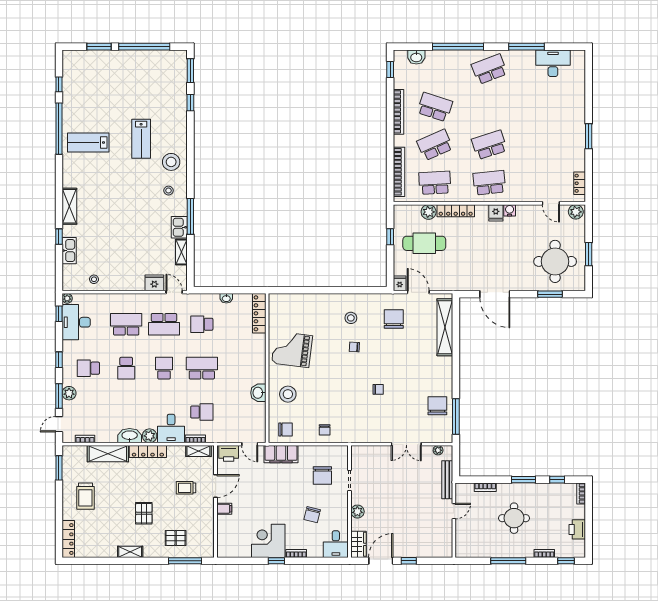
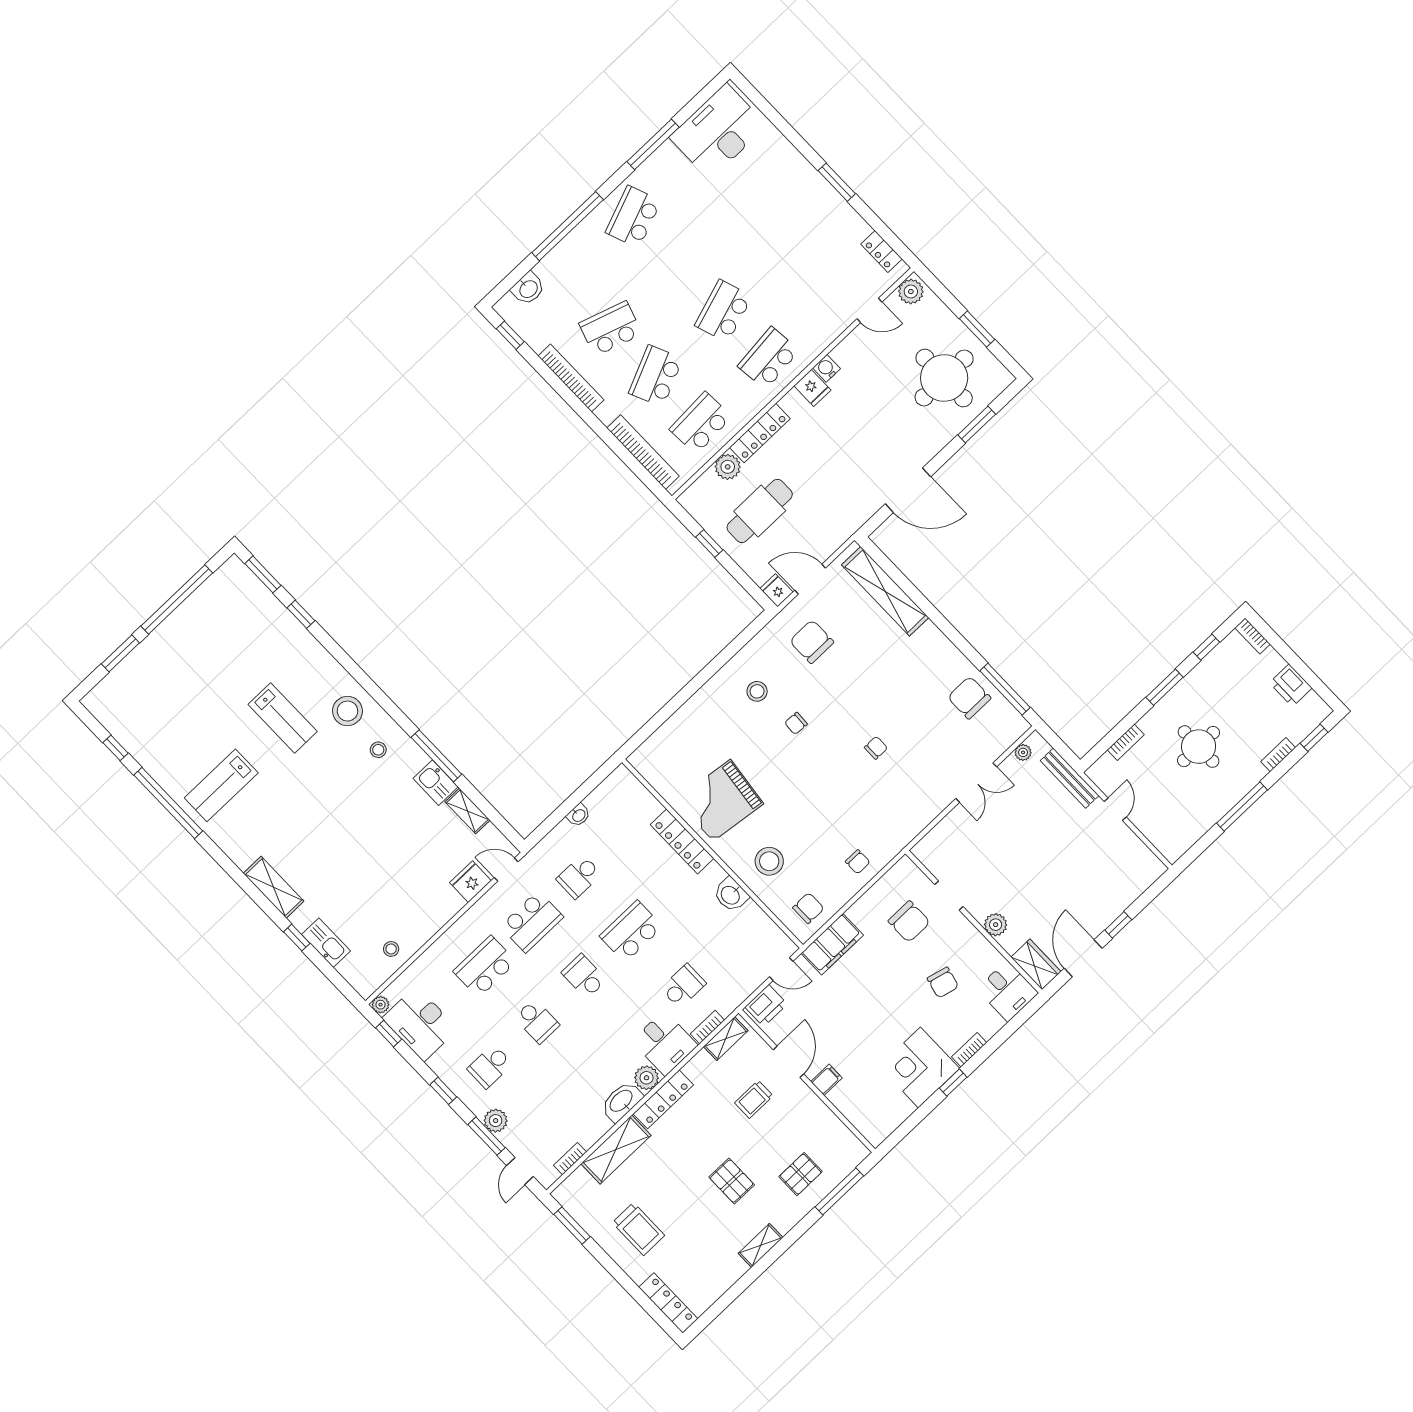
desk: (553, 63) -> (718, 131), width x1.36, depth x1.30
locker: (259, 313) -> (682, 841), moved

